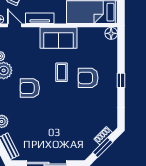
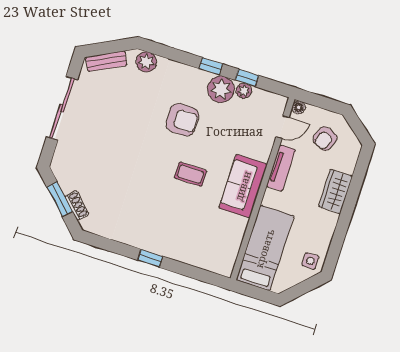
floor lamp: (111, 33) -> (224, 266), removed
armchair: (88, 78) -> (169, 211), removed
armchair: (30, 88) -> (182, 120), turned 90

